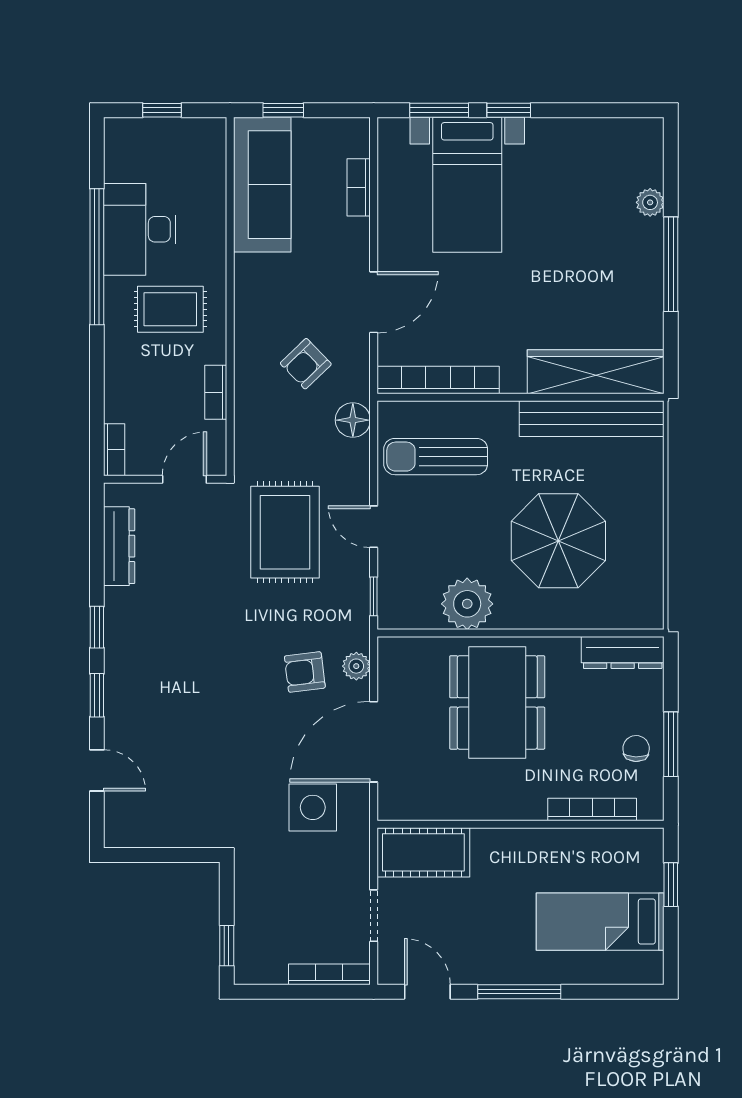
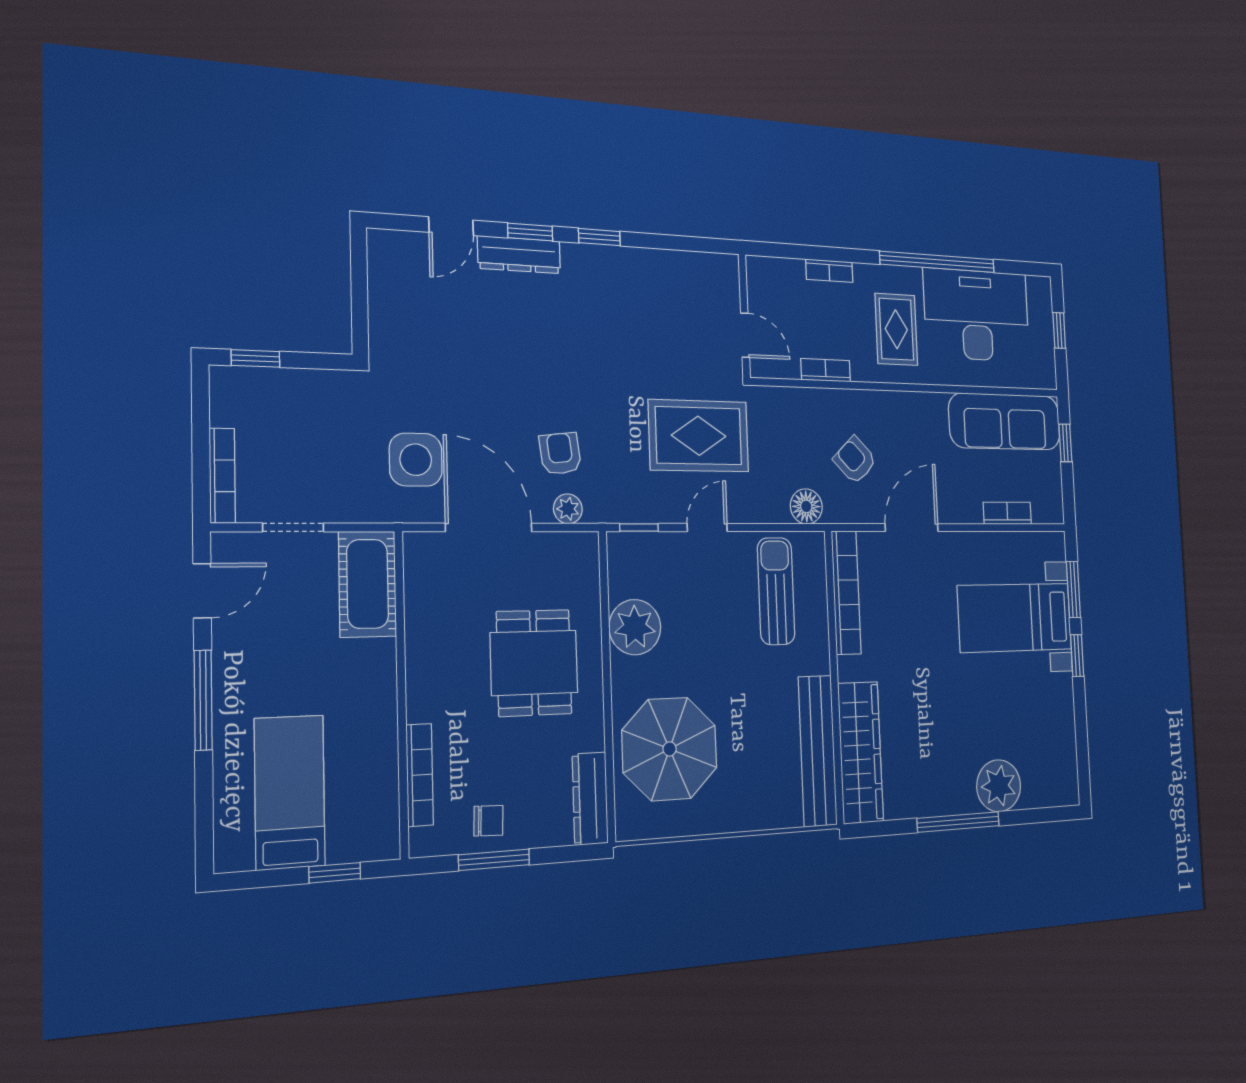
plant: (650, 202) -> (999, 786), width x1.88, depth x1.88
desk: (140, 229) -> (977, 315), width x1.36, depth x1.30
door: (374, 302) -> (912, 528), swing flipped
bookcase: (114, 450) -> (829, 271), moved
parasol: (558, 541) -> (670, 749), moved
dresser: (119, 546) -> (519, 255), moved
dining table: (497, 702) -> (534, 663), width x0.73

